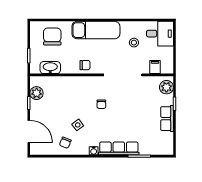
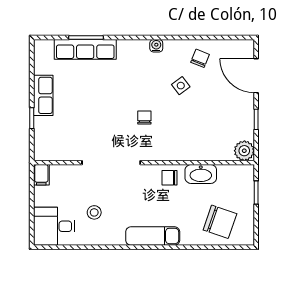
exam couch: (96, 30) -> (153, 236), width x0.73, depth x0.69
chair: (52, 36) -> (220, 222), turned -71
filing cabinet: (155, 67) -> (41, 175), moved
washbasin: (50, 68) -> (201, 174), moved
plant: (166, 87) -> (44, 144), removed
plant: (37, 93) -> (244, 151), moved
row of seats: (119, 148) -> (85, 49), moved

